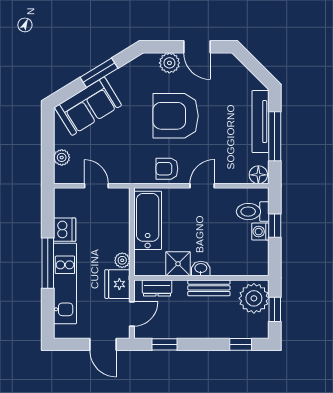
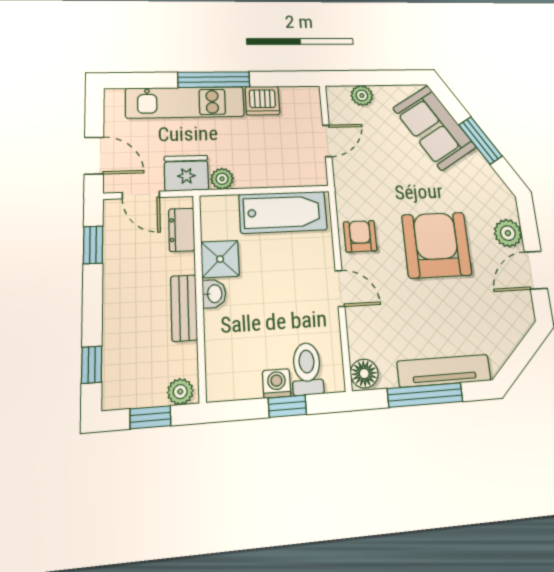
plant: (254, 298) -> (180, 392), width x0.53, depth x0.53
door: (103, 344) -> (94, 156), swing flipped

